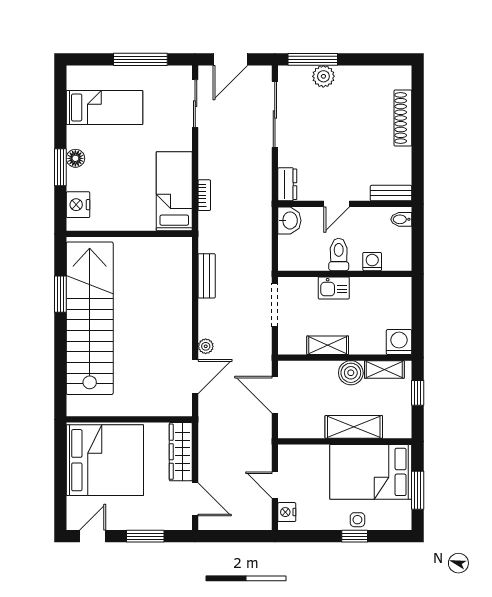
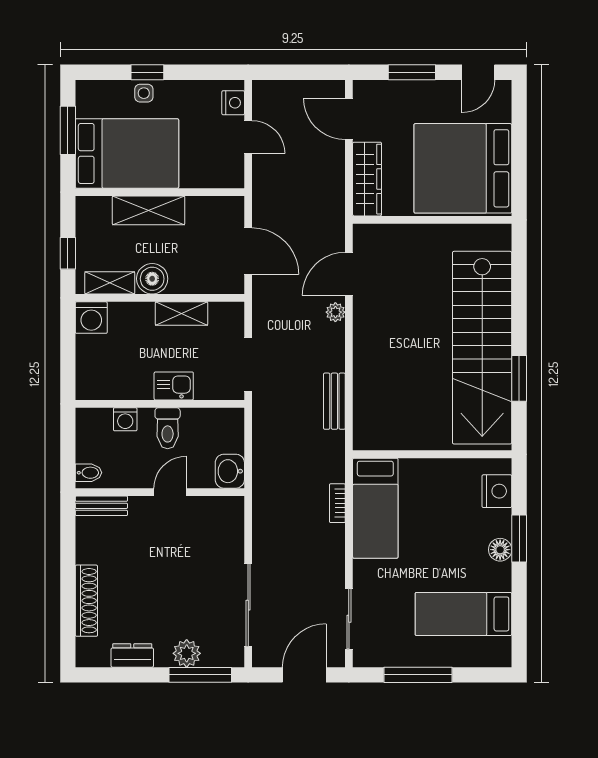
dresser: (287, 184) -> (132, 655), moved, turned 90

